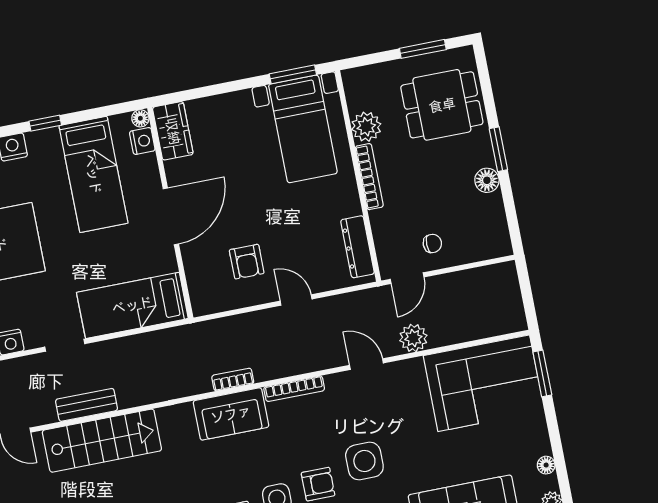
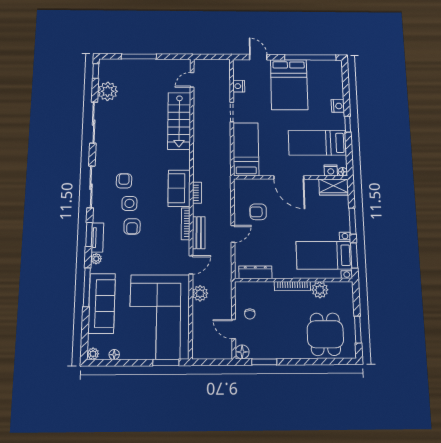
window: (230, 87) -> (352, 221), added
window: (498, 149) -> (264, 362), moved
floor lamp: (487, 180) -> (242, 352), moved
door: (407, 278) -> (234, 329), moved
corner sofa: (484, 383) -> (160, 317), width x1.36, depth x1.36
bench: (87, 405) -> (199, 233), moved
side table: (364, 461) -> (139, 254), removed

